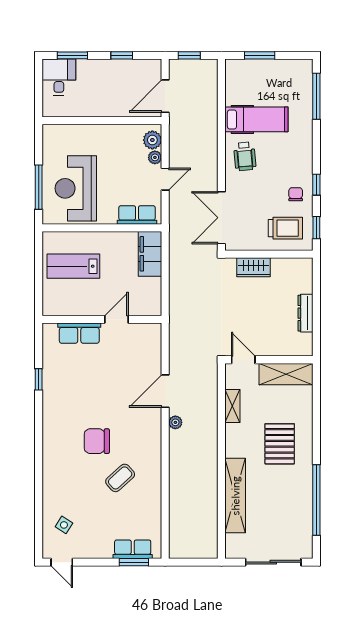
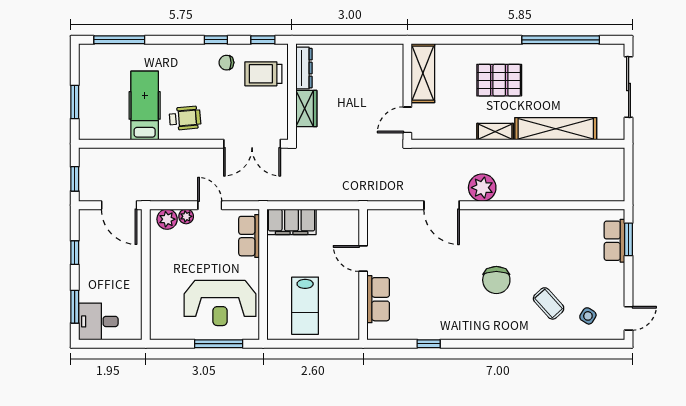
trolley: (285, 228) -> (263, 74), turned -90
dresser: (305, 313) -> (304, 68), moved, turned -90
shelving: (232, 406) -> (495, 132), moved
plant: (175, 422) -> (482, 188), width x1.88, depth x1.88
coffee table: (120, 478) -> (549, 303), moved

